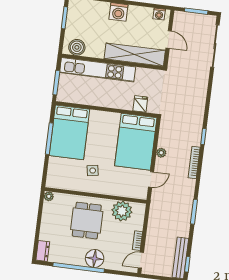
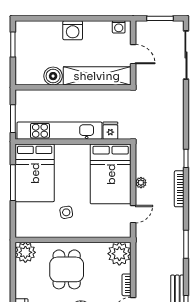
boiler: (77, 47) -> (53, 76), moved
kitchen unit: (98, 70) -> (59, 131), moved, turned 180
plant: (49, 196) -> (25, 252), width x1.88, depth x1.88
plant: (122, 211) -> (119, 254), moved

